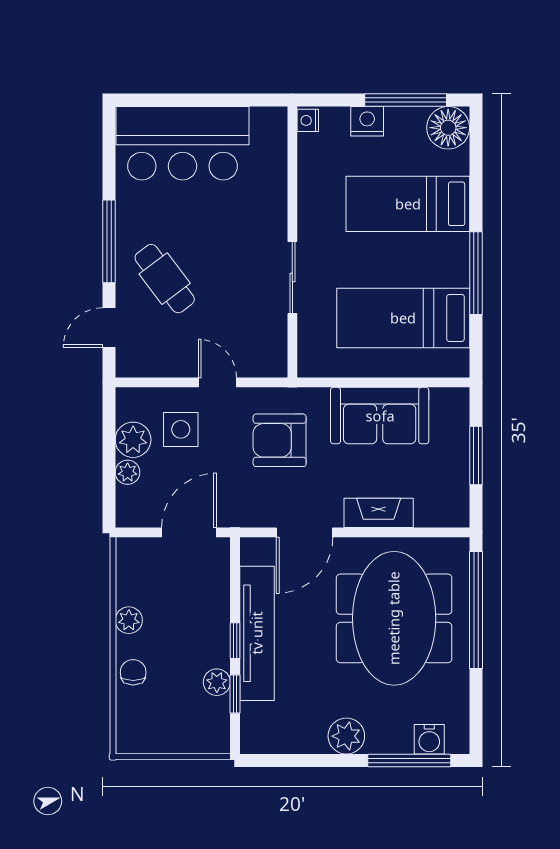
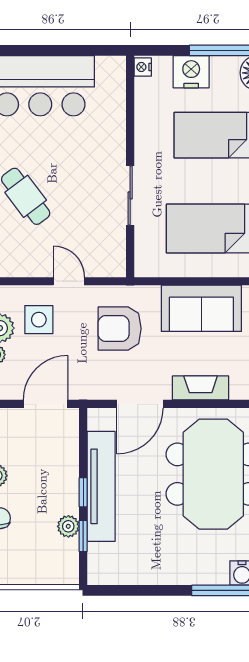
nightstand: (367, 121) -> (191, 72), width x1.36, depth x1.33
plant: (346, 736) -> (174, 570), removed

